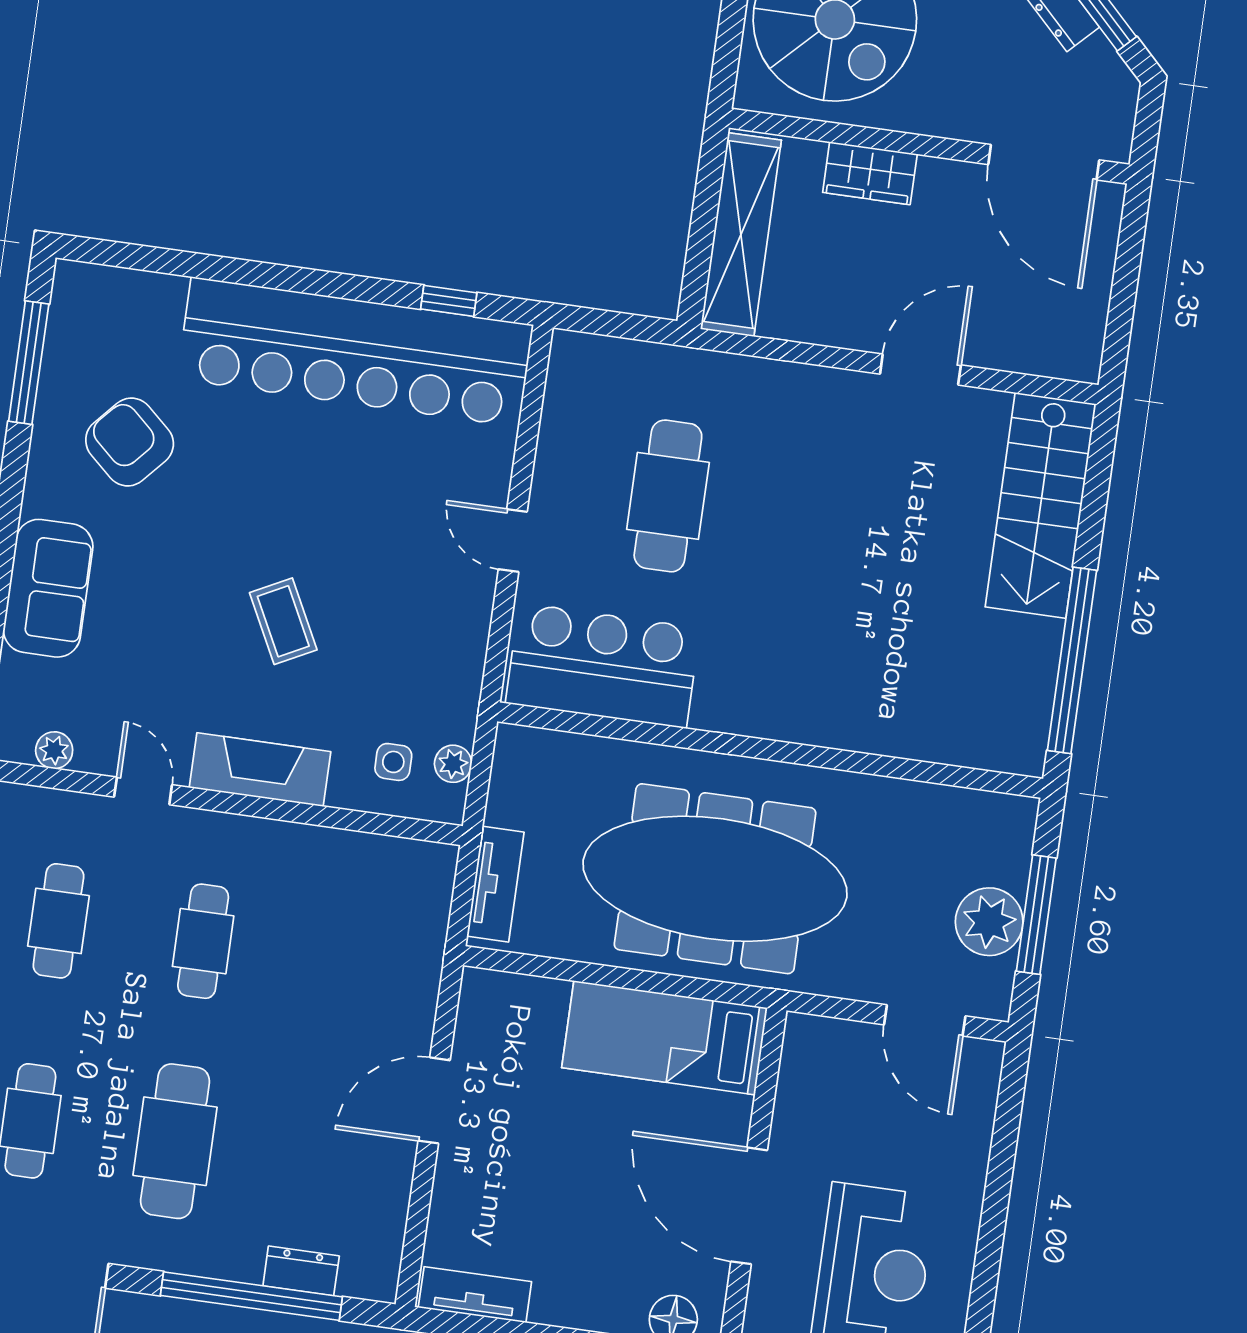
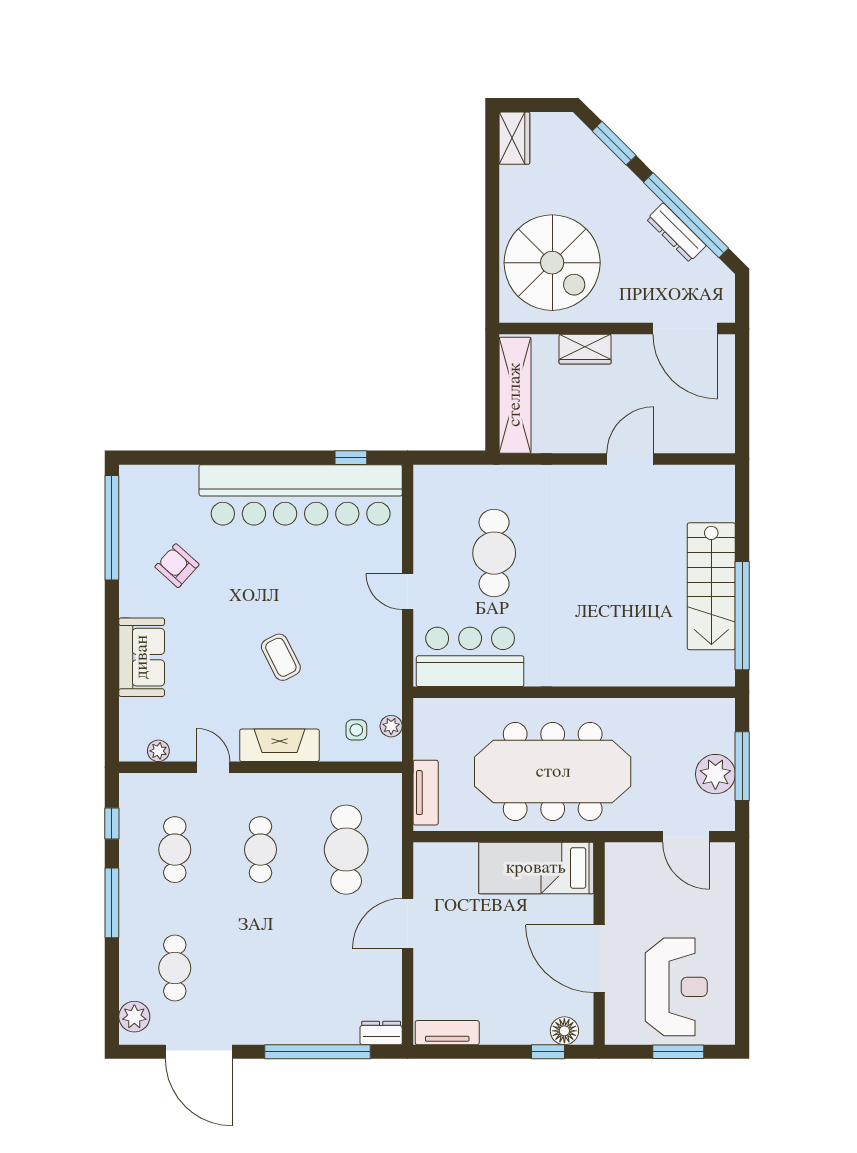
window: (29, 363) -> (112, 528), width x1.46
armchair: (130, 442) -> (177, 566), width x0.72, depth x0.72
stairs: (1041, 505) -> (711, 586), moved
cafe table: (175, 1141) -> (346, 850), moved
dresser: (301, 1271) -> (381, 1033), moved

